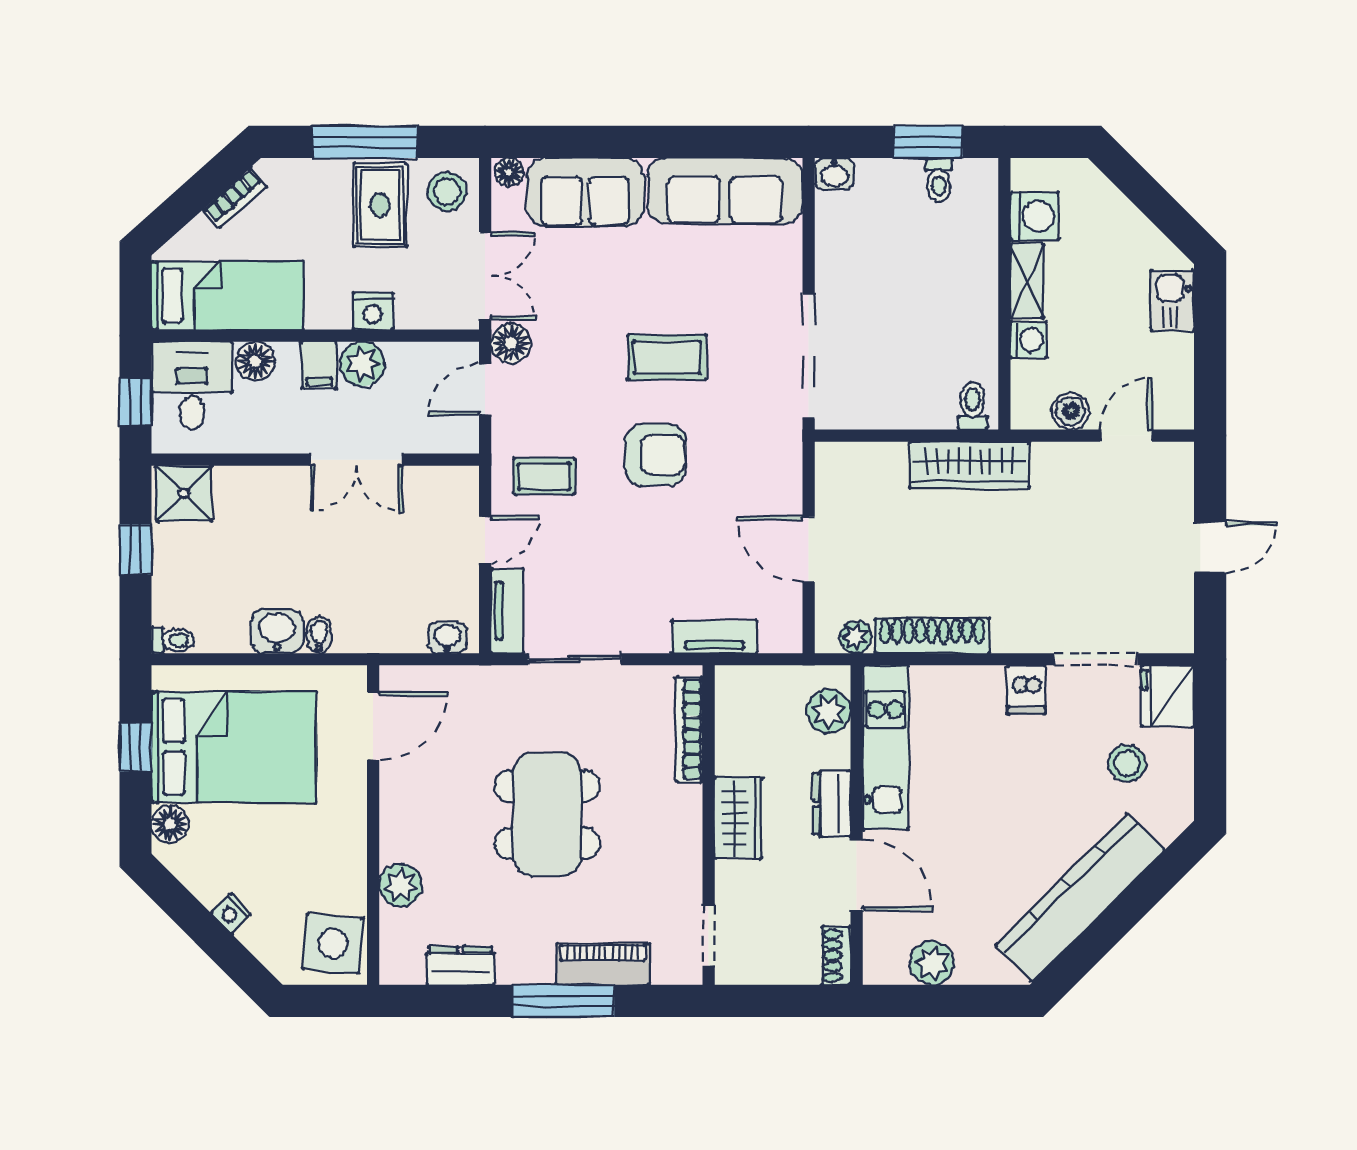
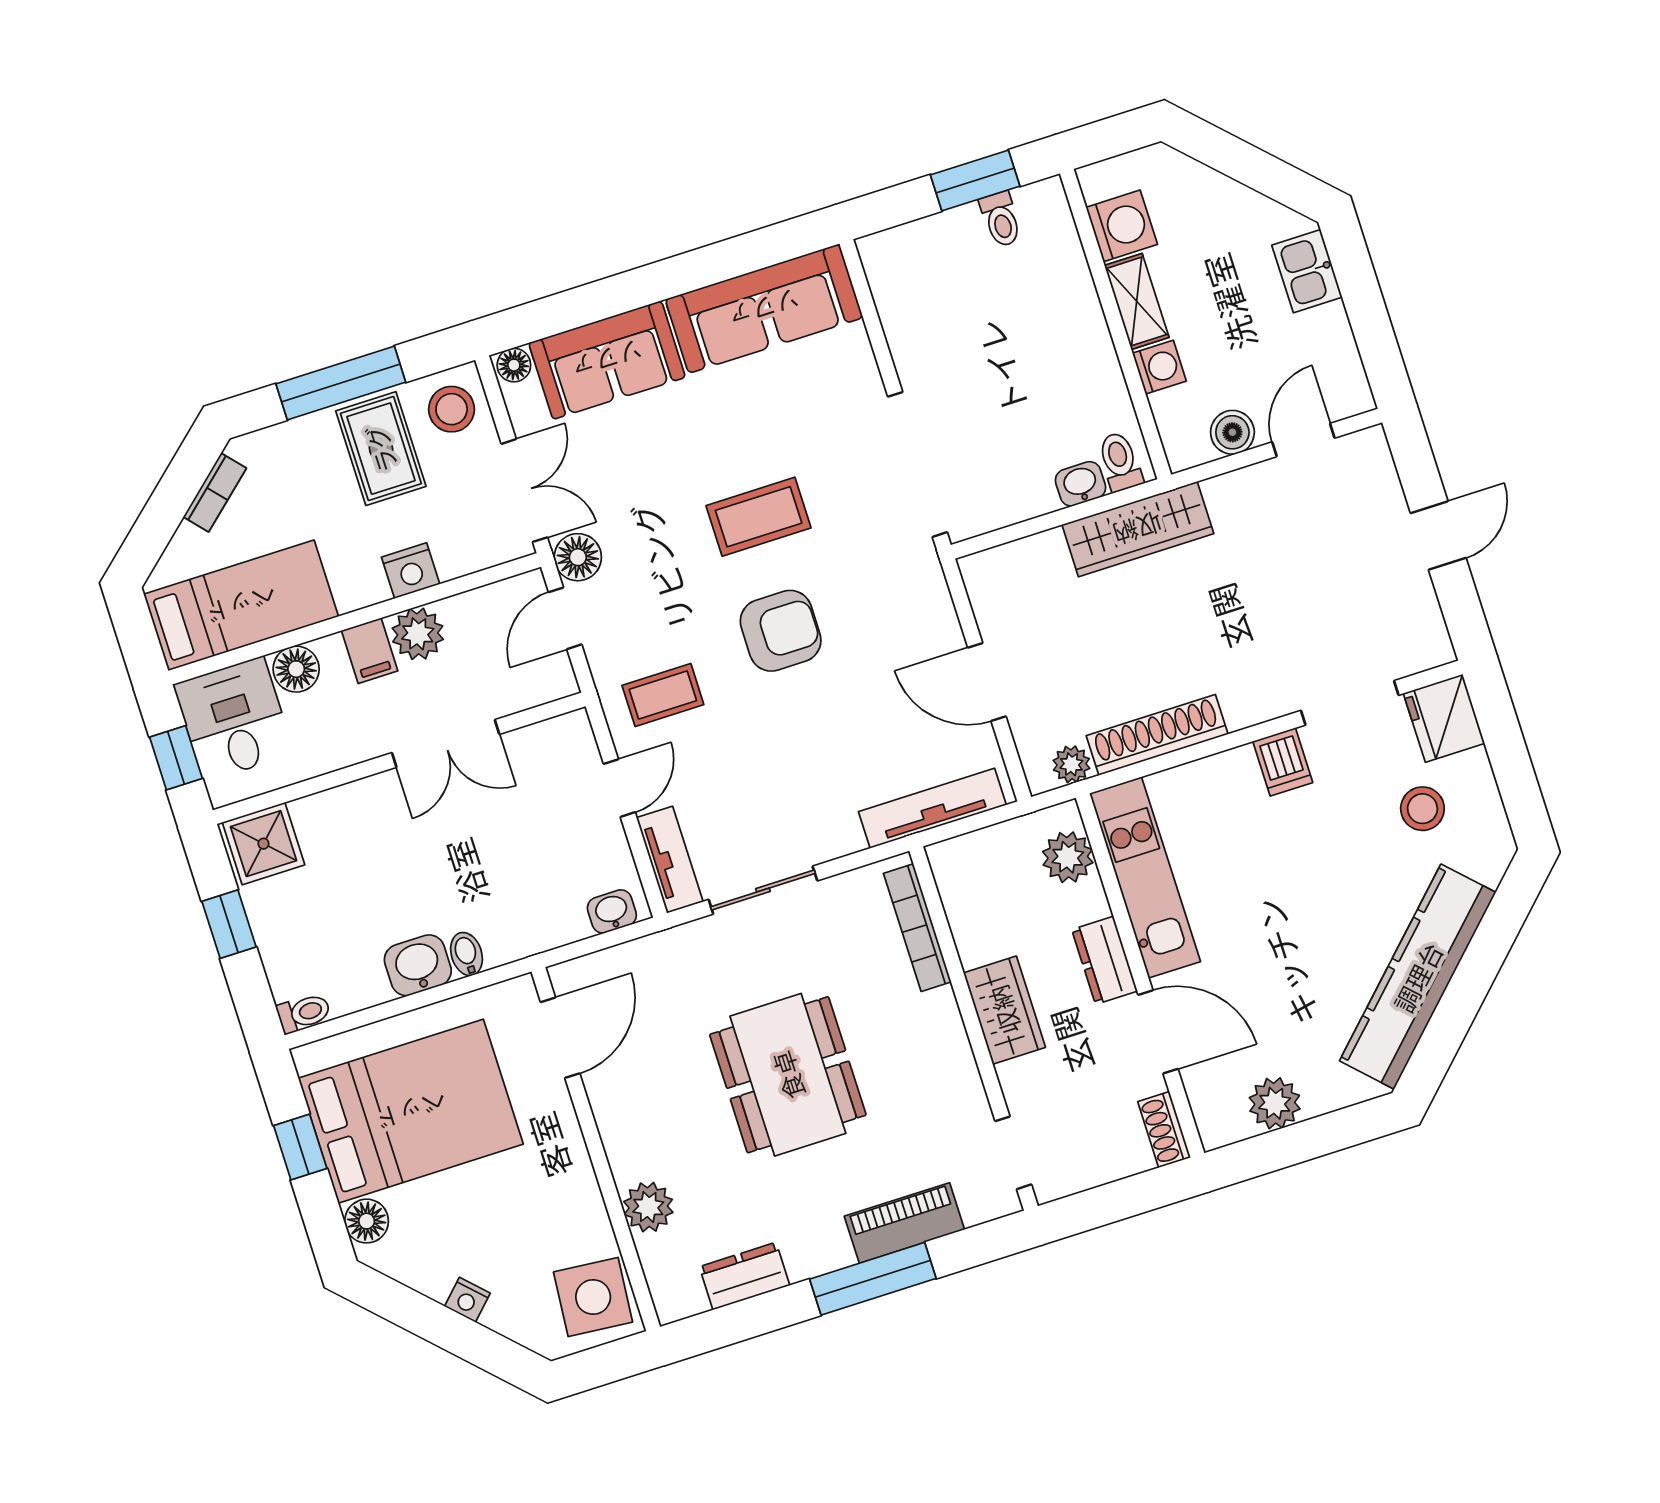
washbasin: (834, 174) -> (1080, 484), moved, turned 180
tv unit: (715, 637) -> (932, 808), width x1.41

